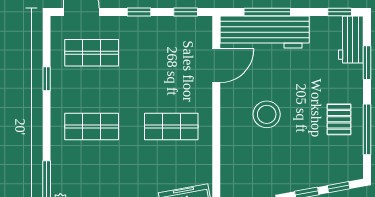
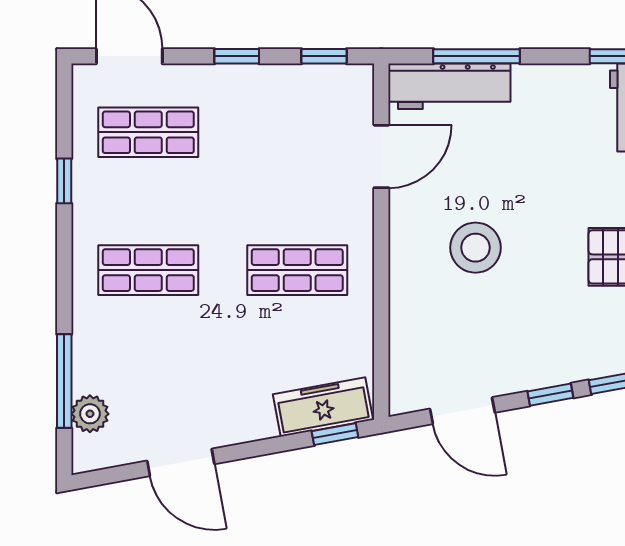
workbench: (265, 32) -> (449, 86), width x0.73, depth x0.76

